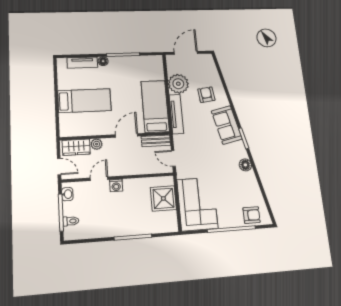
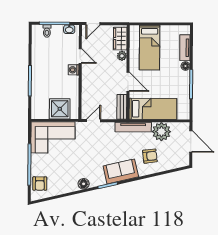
bed: (155, 106) -> (153, 109), moved
door: (127, 135) -> (128, 82), moved
wall: (115, 136) -> (128, 72), moved
bench: (156, 141) -> (122, 107), moved
plant: (97, 144) -> (122, 56), moved
wardrobe: (76, 147) -> (120, 39), moved

